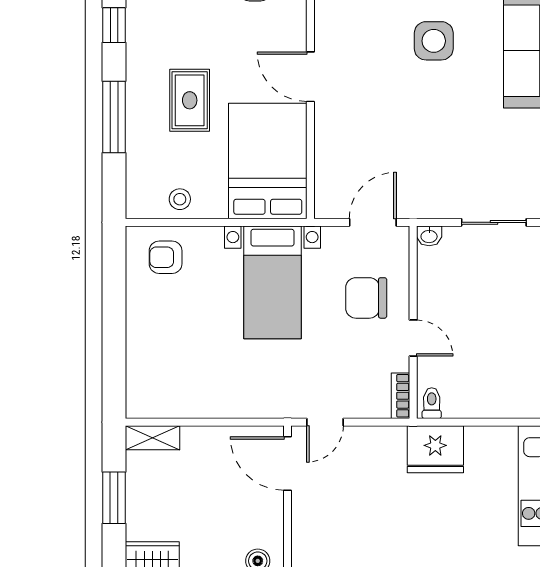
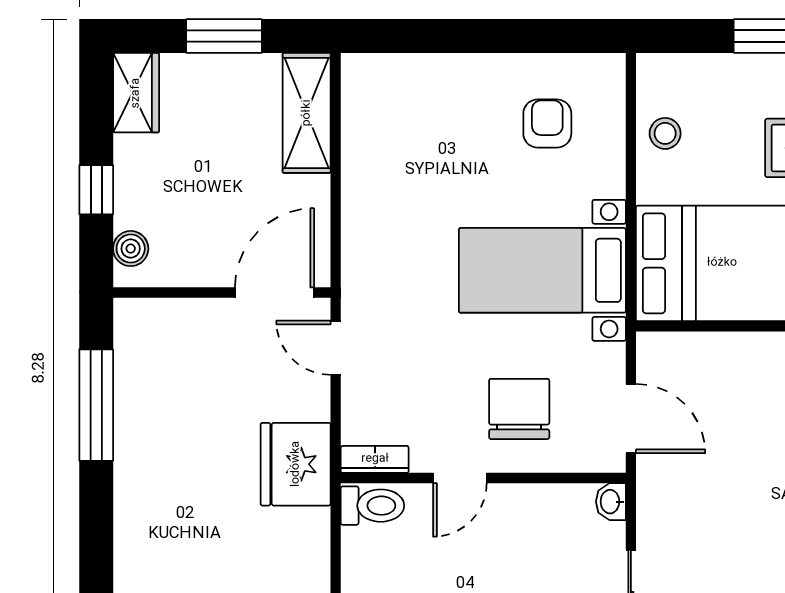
armchair: (166, 257) -> (547, 124), moved
toilet: (432, 403) -> (372, 506), width x1.37, depth x1.39
shelving: (152, 438) -> (307, 113), width x1.50, depth x1.33
fridge: (435, 449) -> (296, 464), moved

